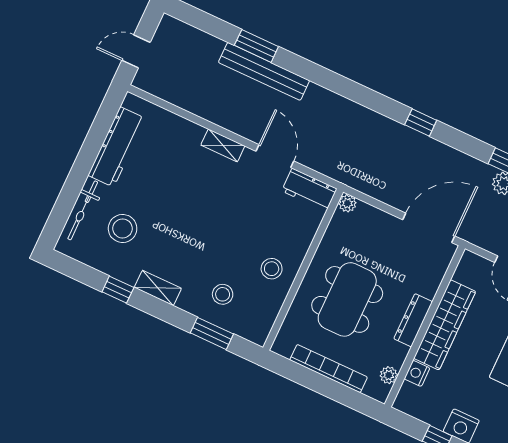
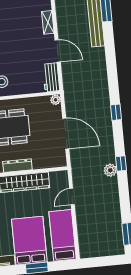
door: (275, 156) -> (58, 51), hinge flipped
door: (429, 228) -> (66, 134), moved

